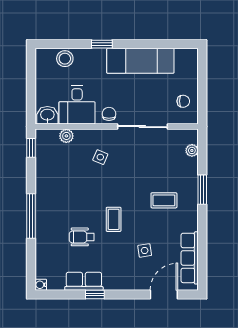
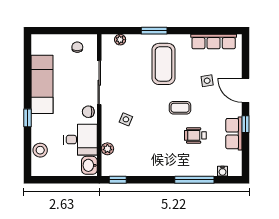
coffee table: (164, 200) -> (163, 64), width x1.86, depth x1.72
window: (31, 216) -> (194, 180), moved
wheelchair: (82, 237) -> (195, 135), turned 90
water cooler: (41, 285) -> (223, 171), moved
door: (164, 295) -> (245, 90), moved

